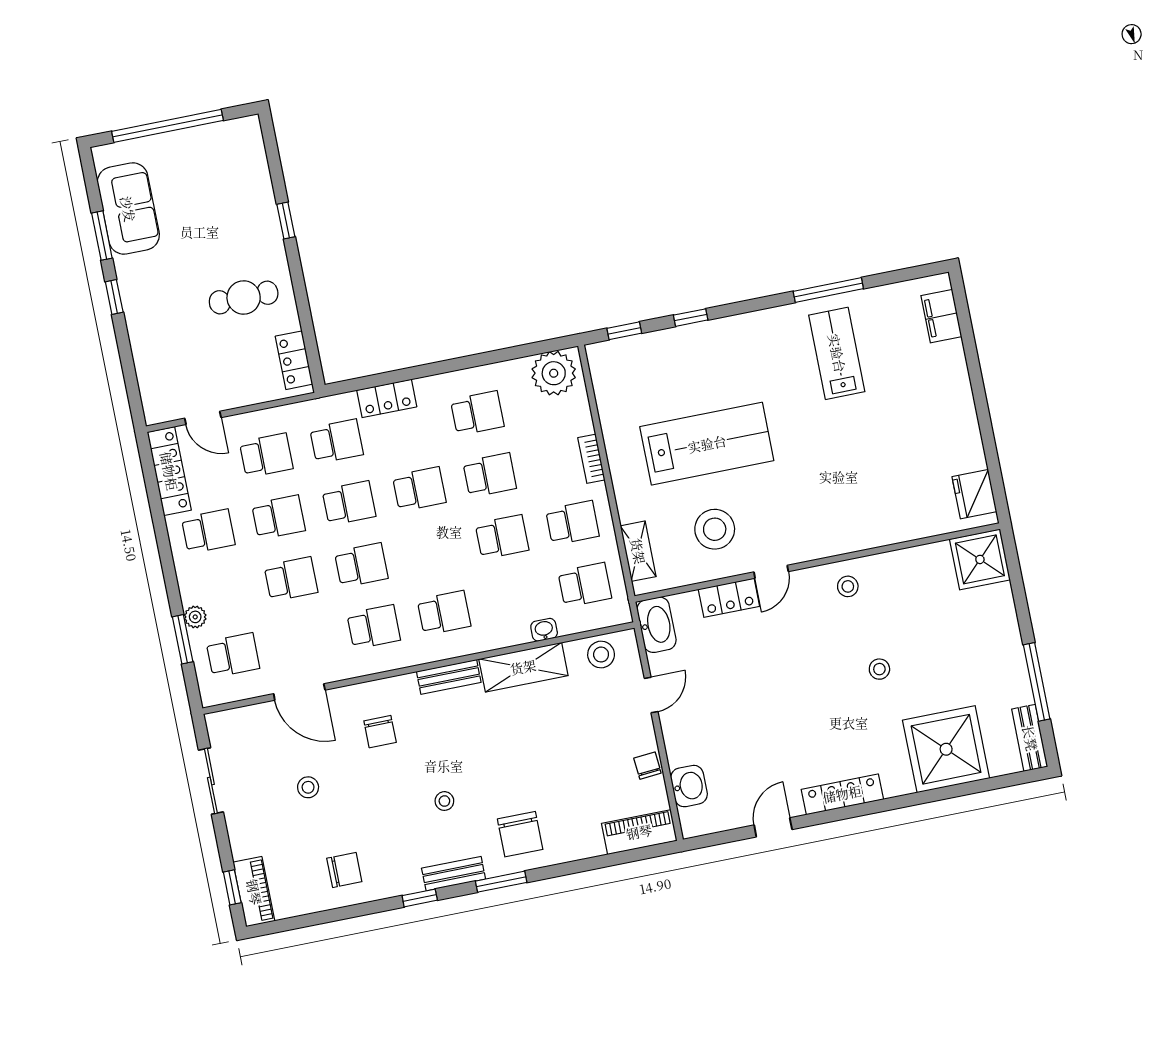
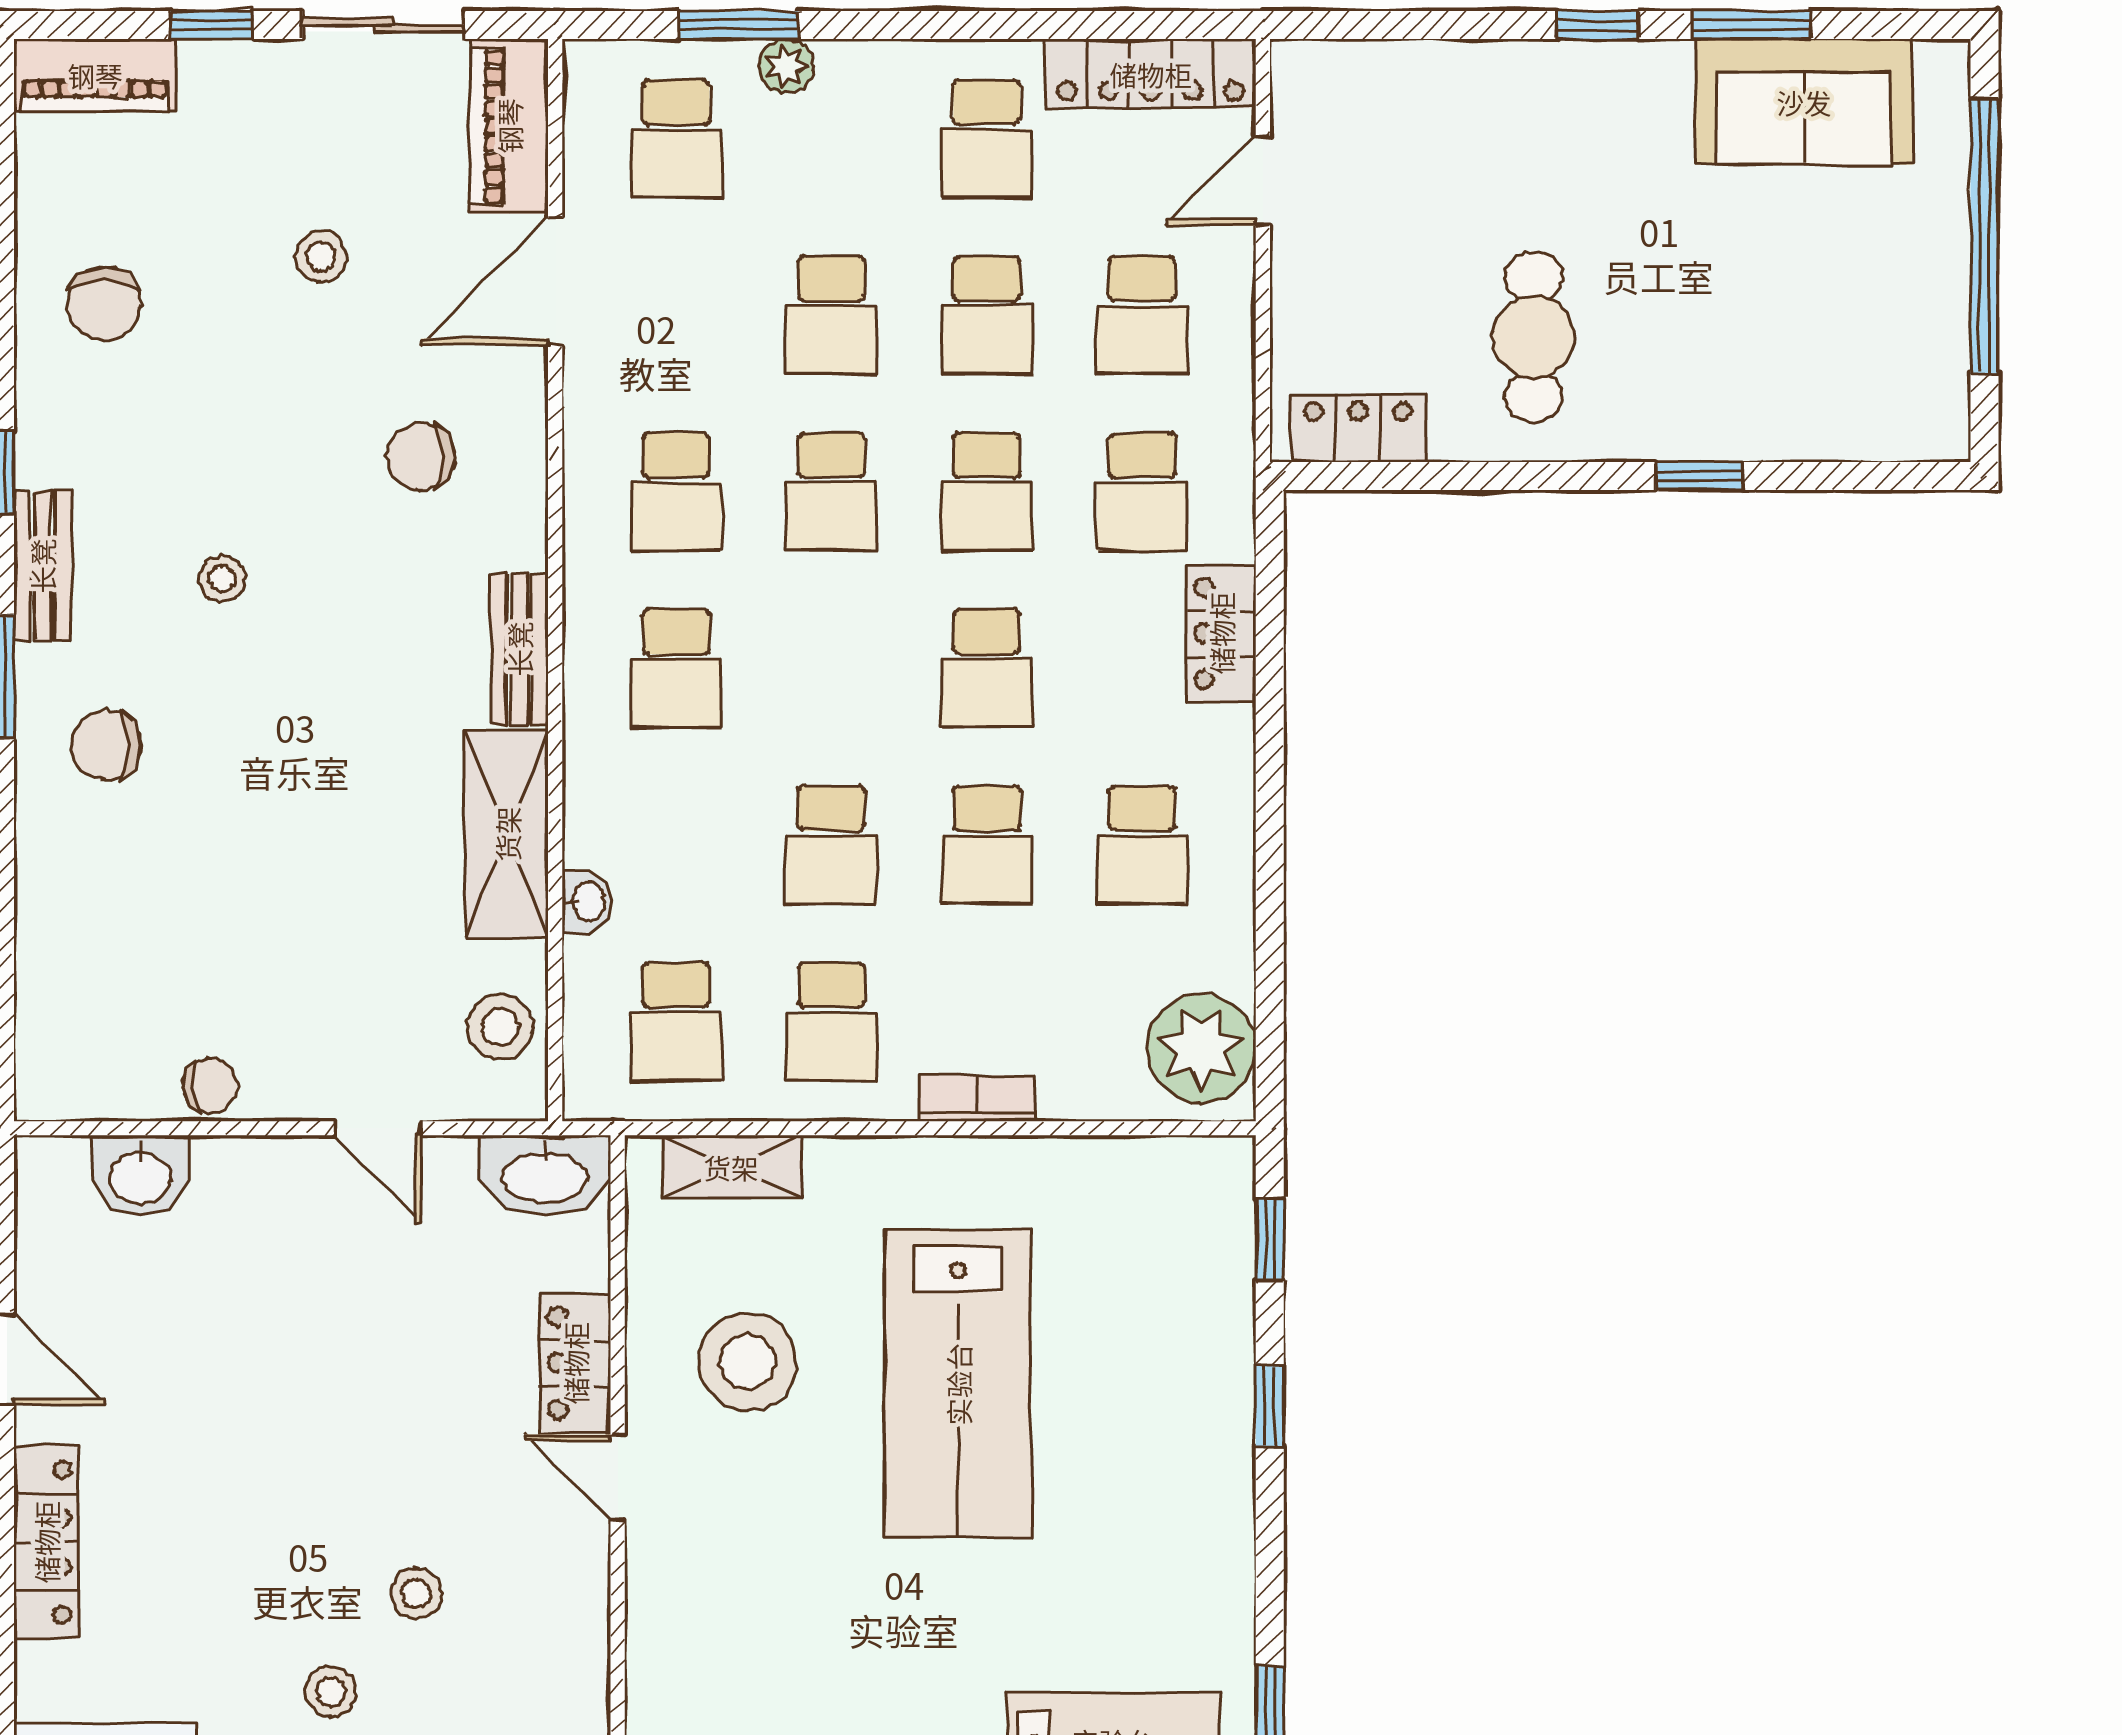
stool: (848, 586) -> (416, 1593), moved
piano: (639, 832) -> (509, 126), moved, turned 180
chair: (520, 834) -> (106, 745), width x0.73, depth x0.73
window: (232, 887) -> (211, 25), moved

